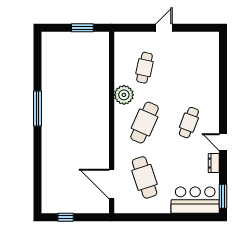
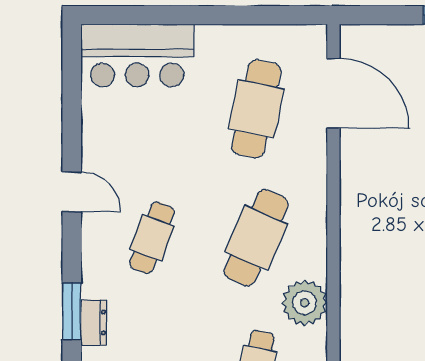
dresser: (214, 163) -> (94, 322), moved
cafe table: (145, 177) -> (256, 109), turned 30
window: (223, 196) -> (72, 311), moved

